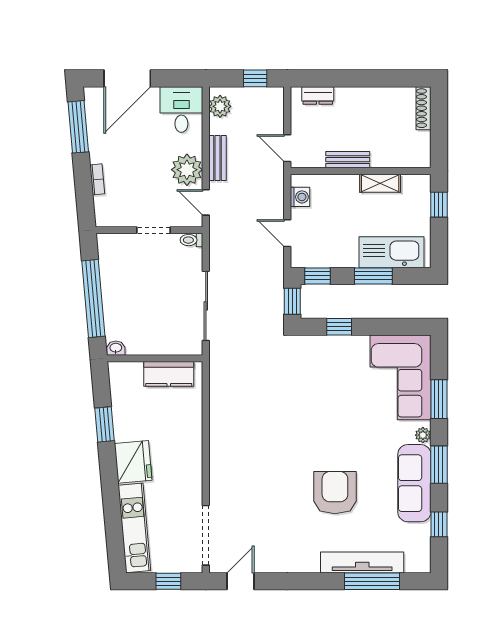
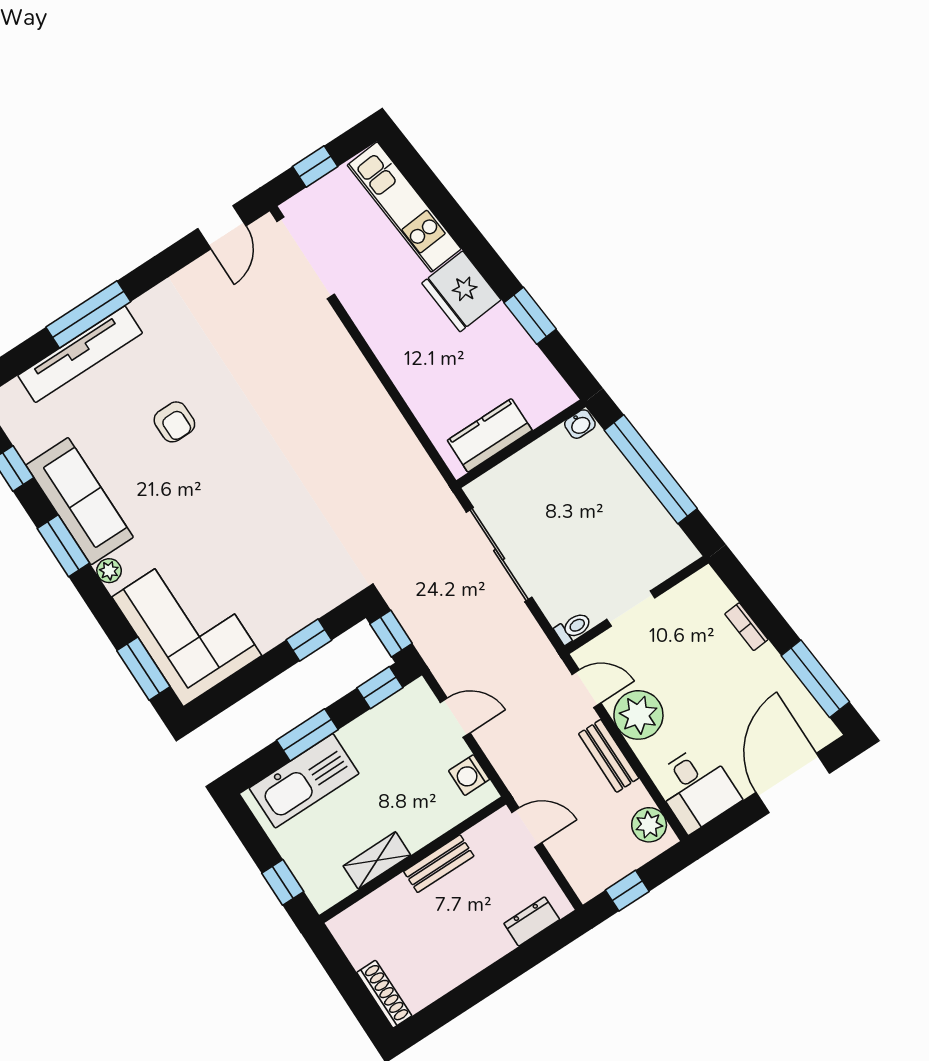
window: (439, 399) -> (143, 669), moved
armchair: (335, 493) -> (174, 422), width x0.53, depth x0.53
window: (372, 581) -> (88, 314), moved

